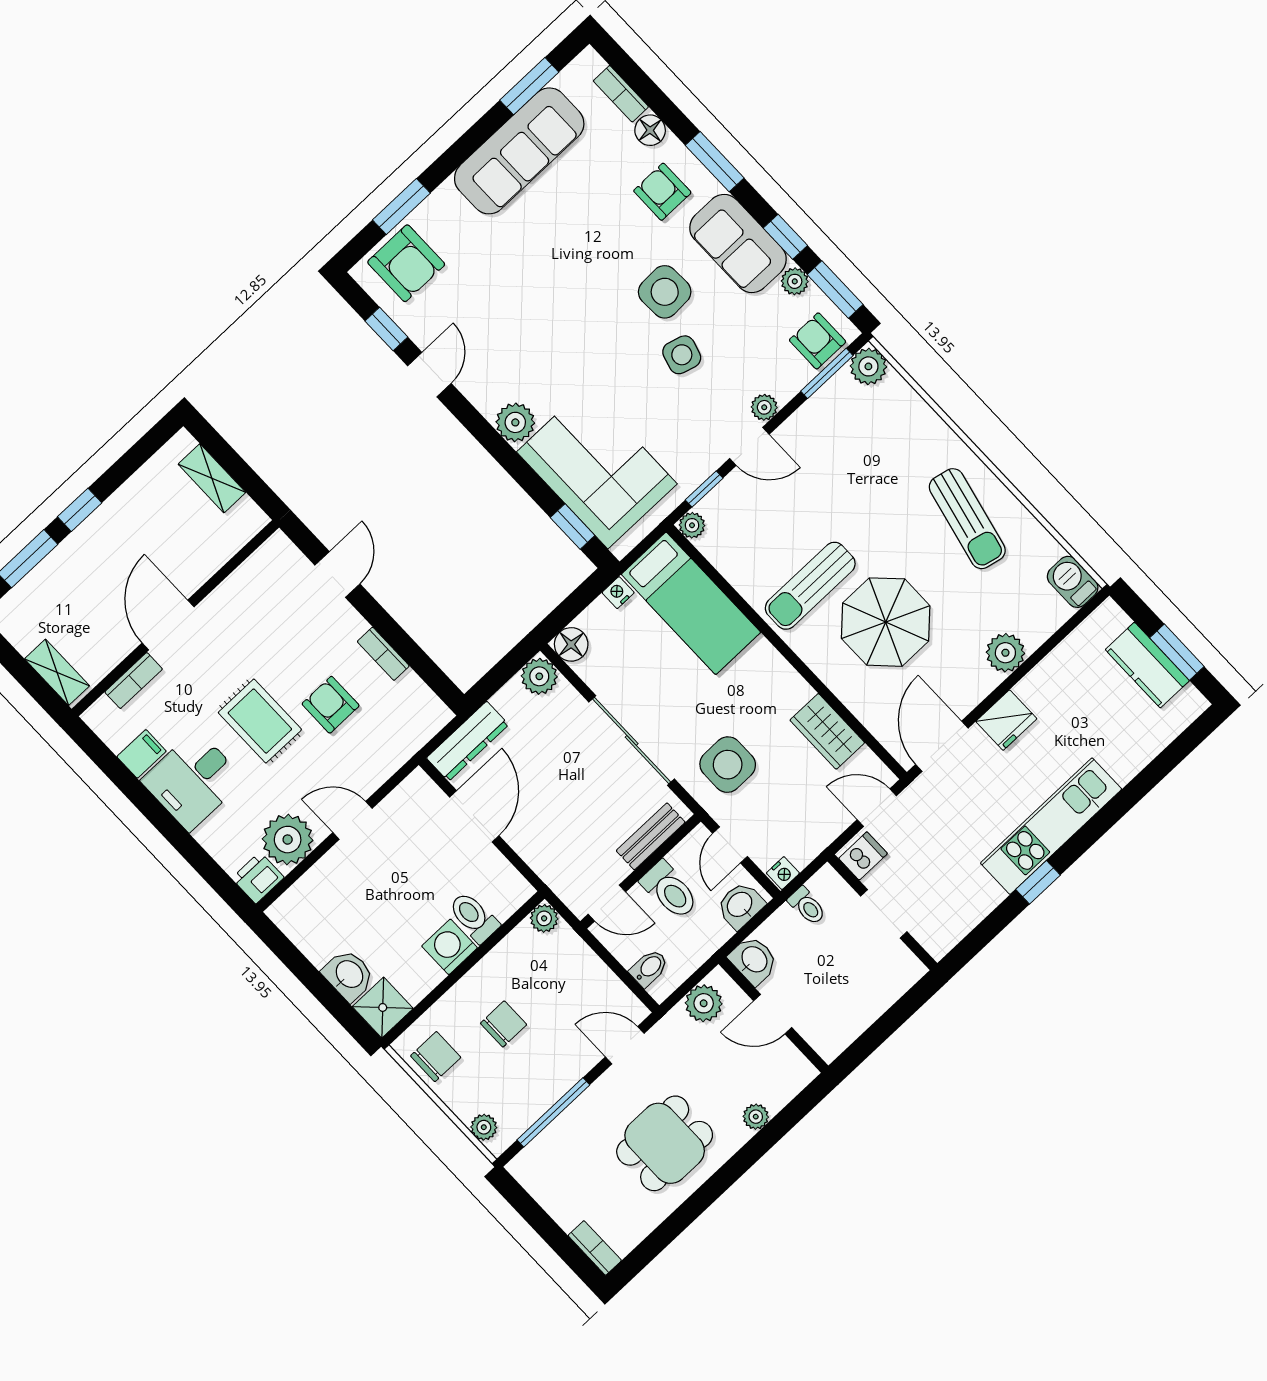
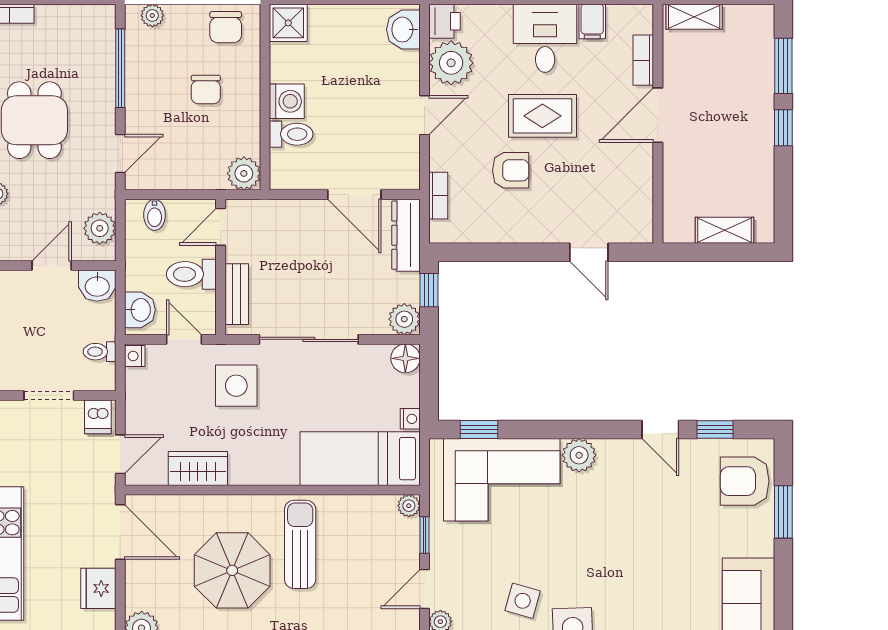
door: (168, 625) -> (658, 115), swing flipped
bookcase: (383, 654) -> (438, 196), moved, turned 90
window: (496, 679) -> (429, 290), added
plant: (544, 918) -> (244, 173), width x1.38, depth x1.38
washbasin: (349, 975) -> (403, 30), moved, turned 90

